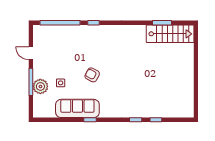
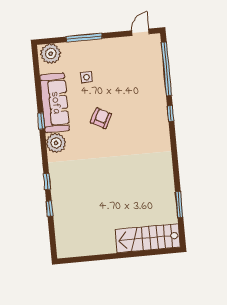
stairs: (170, 34) -> (148, 238), moved, turned 90
door: (31, 53) -> (141, 32), moved
plant: (40, 86) -> (51, 54), moved
plant: (107, 110) -> (56, 143), added

